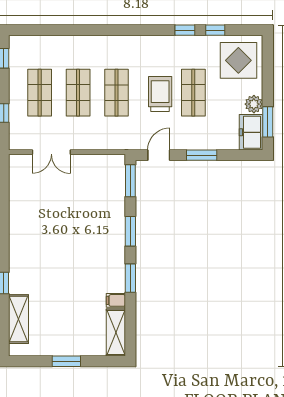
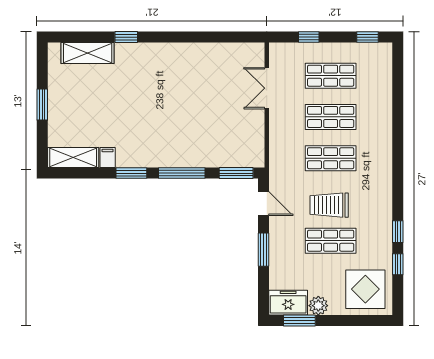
trolley: (160, 94) -> (329, 205), turned 180
window: (130, 231) -> (182, 173), width x1.44

